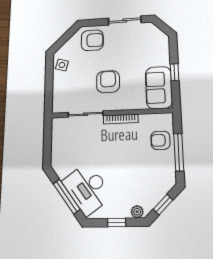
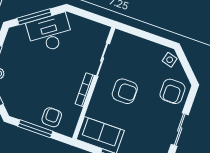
side table: (62, 65) -> (170, 60), moved
desk: (87, 189) -> (50, 33), moved

